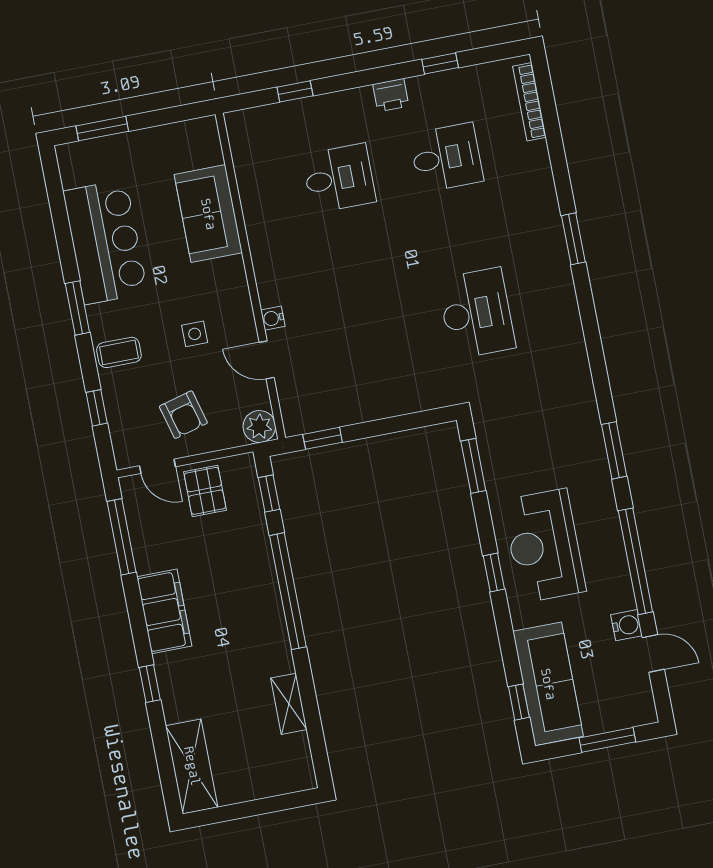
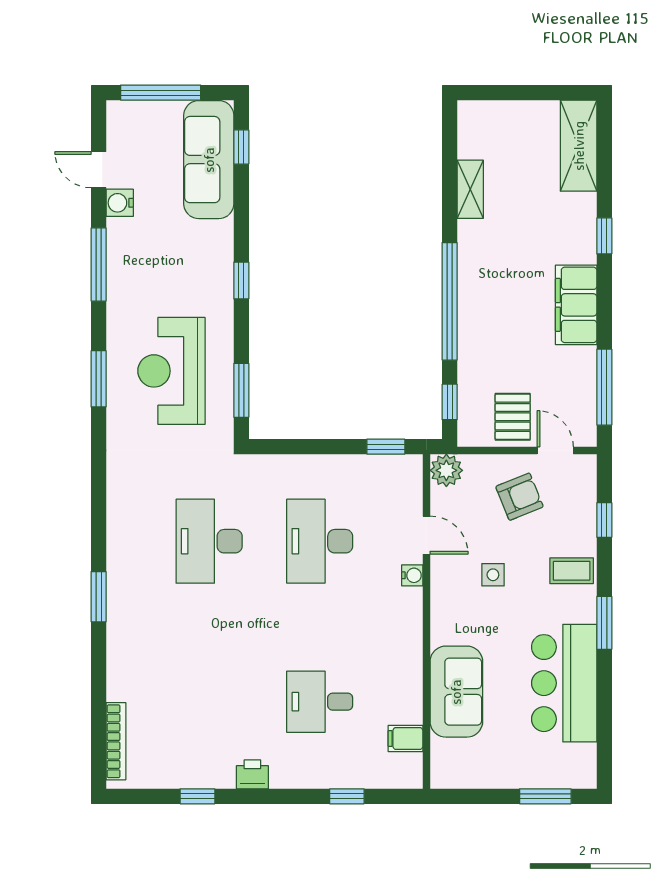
desk: (446, 158) -> (320, 541), moved, width x1.37
filing cabinet: (249, 159) -> (405, 738), added
armchair: (183, 415) -> (519, 497), turned 83
reception desk: (544, 546) -> (171, 371), moved, turned 180
window: (635, 561) -> (99, 265), width x0.68
window: (607, 740) -> (161, 93), width x1.44

